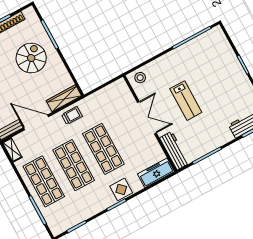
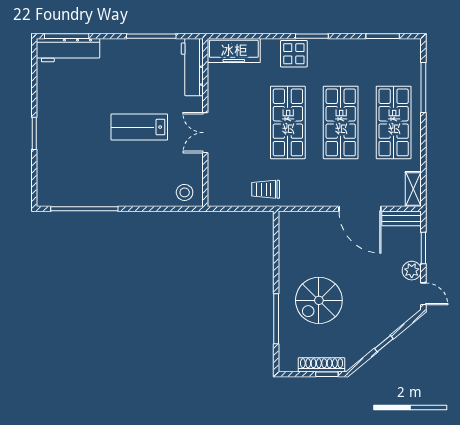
wardrobe: (64, 98) -> (304, 221), removed
lab bench: (186, 101) -> (139, 127), turned -90
trolley: (72, 115) -> (266, 189), moved
double door: (147, 118) -> (205, 133), width x0.73

